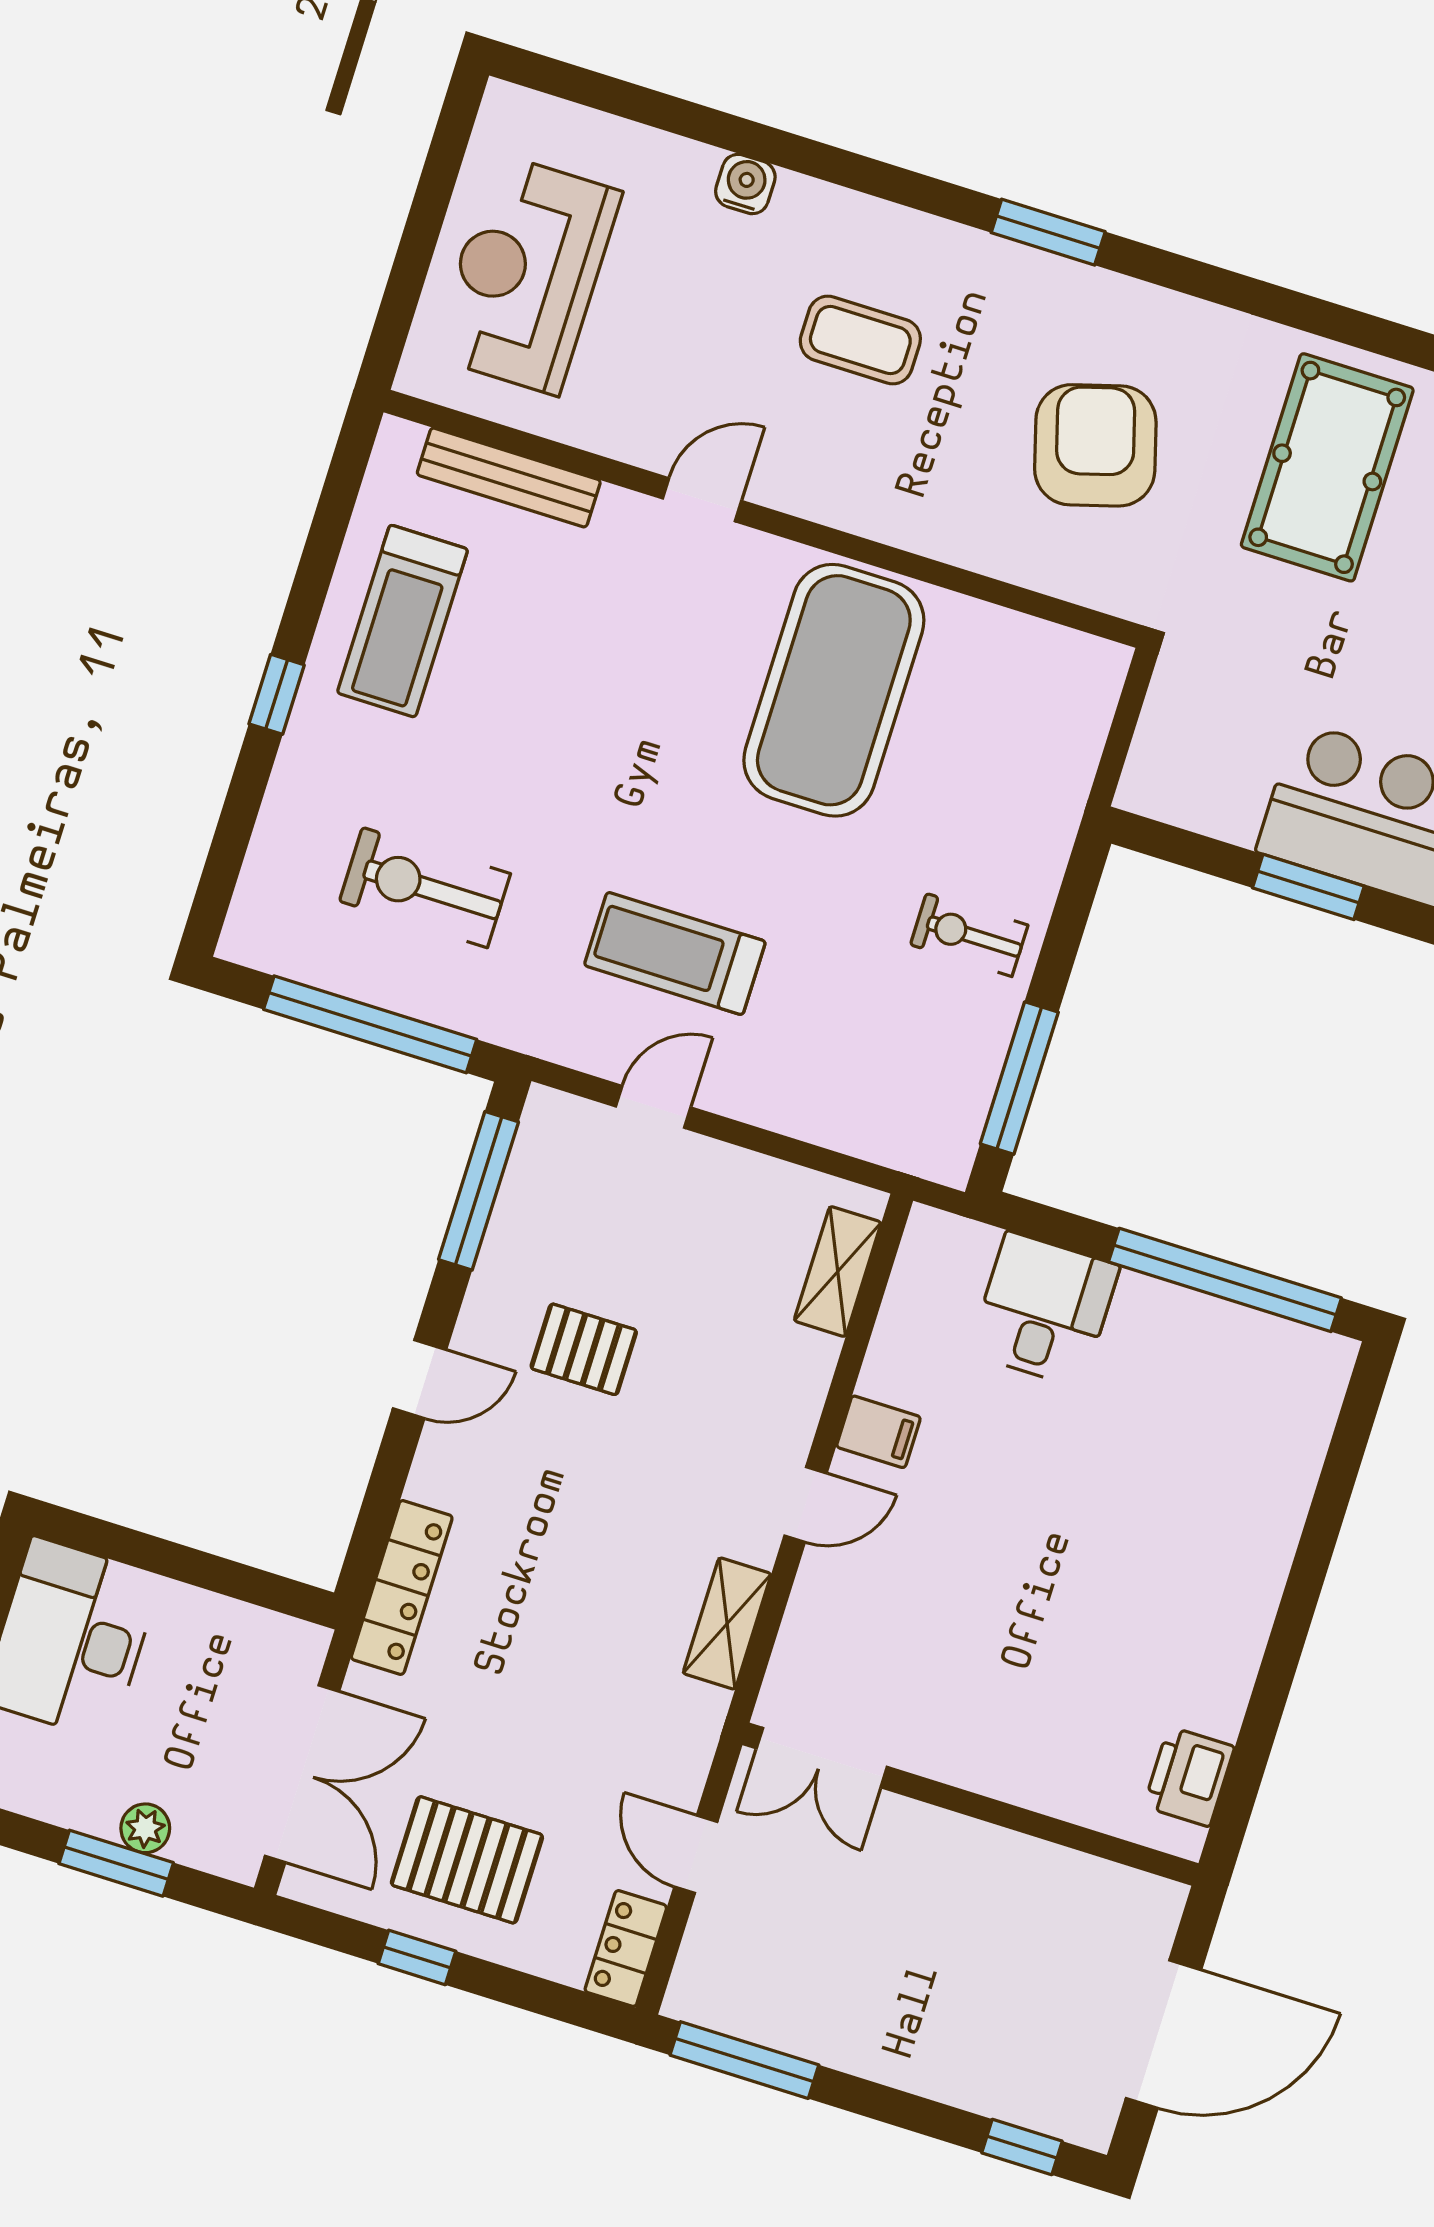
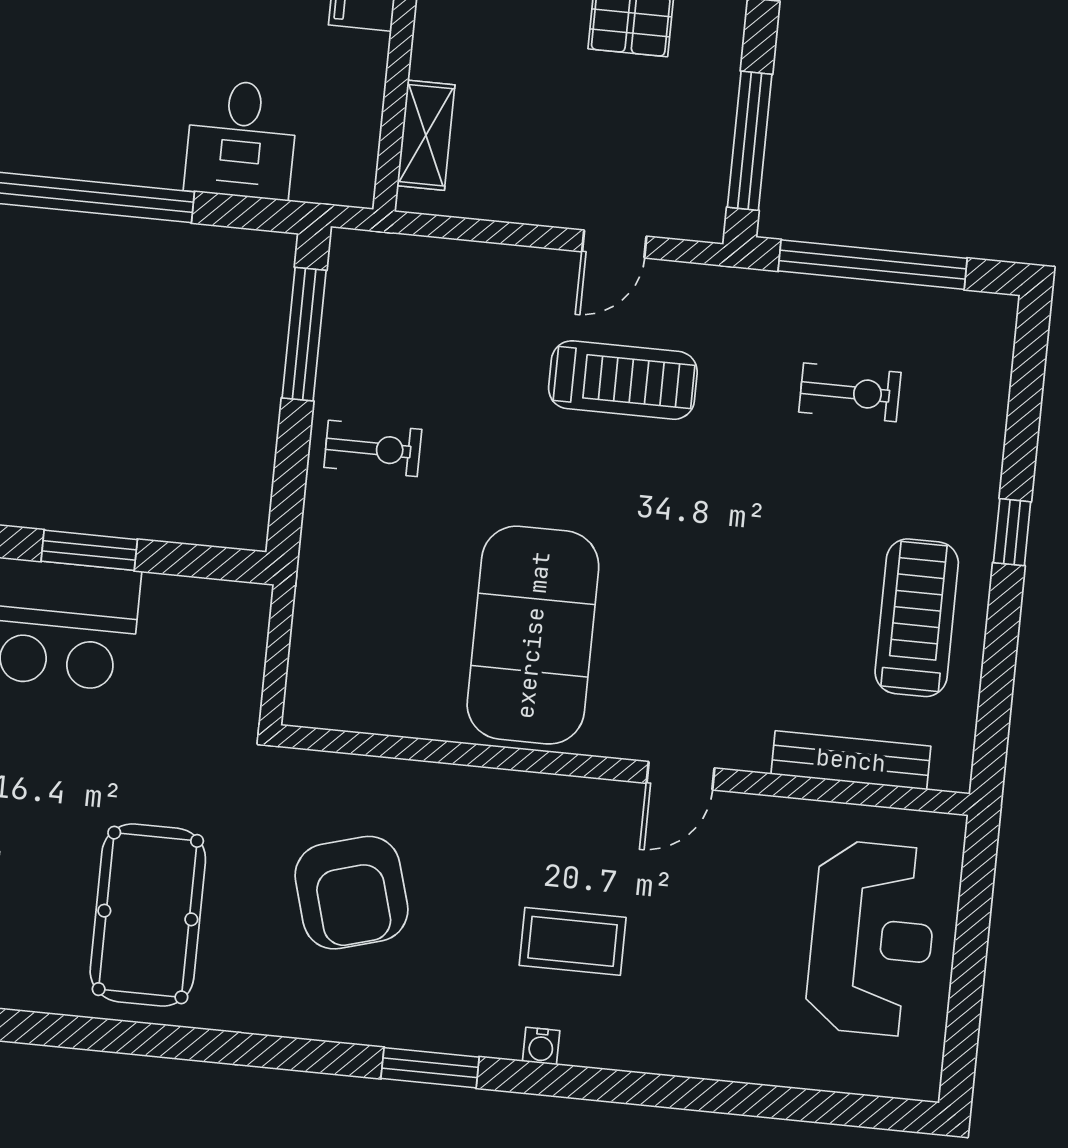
water cooler: (745, 184) -> (541, 1046), moved, width x0.72, depth x0.72
exercise bike: (425, 887) -> (850, 392), width x0.73, depth x0.72

